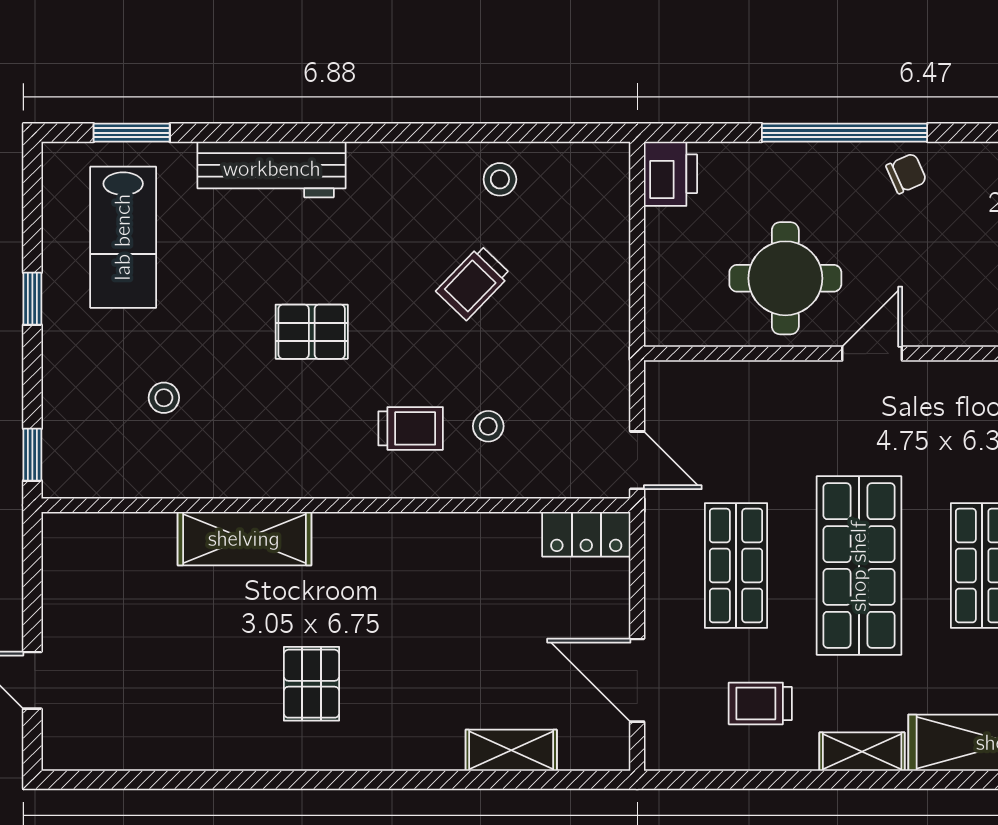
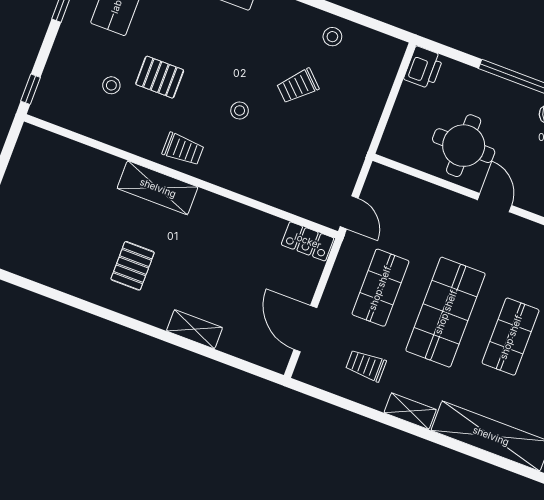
pallet: (312, 332) -> (160, 77), moved
door: (872, 354) -> (495, 203), hinge flipped
stool: (488, 426) -> (240, 111), moved
trolley: (411, 428) -> (183, 149), moved
shelving: (244, 539) -> (158, 188), moved
shelving: (511, 750) -> (194, 329), moved

